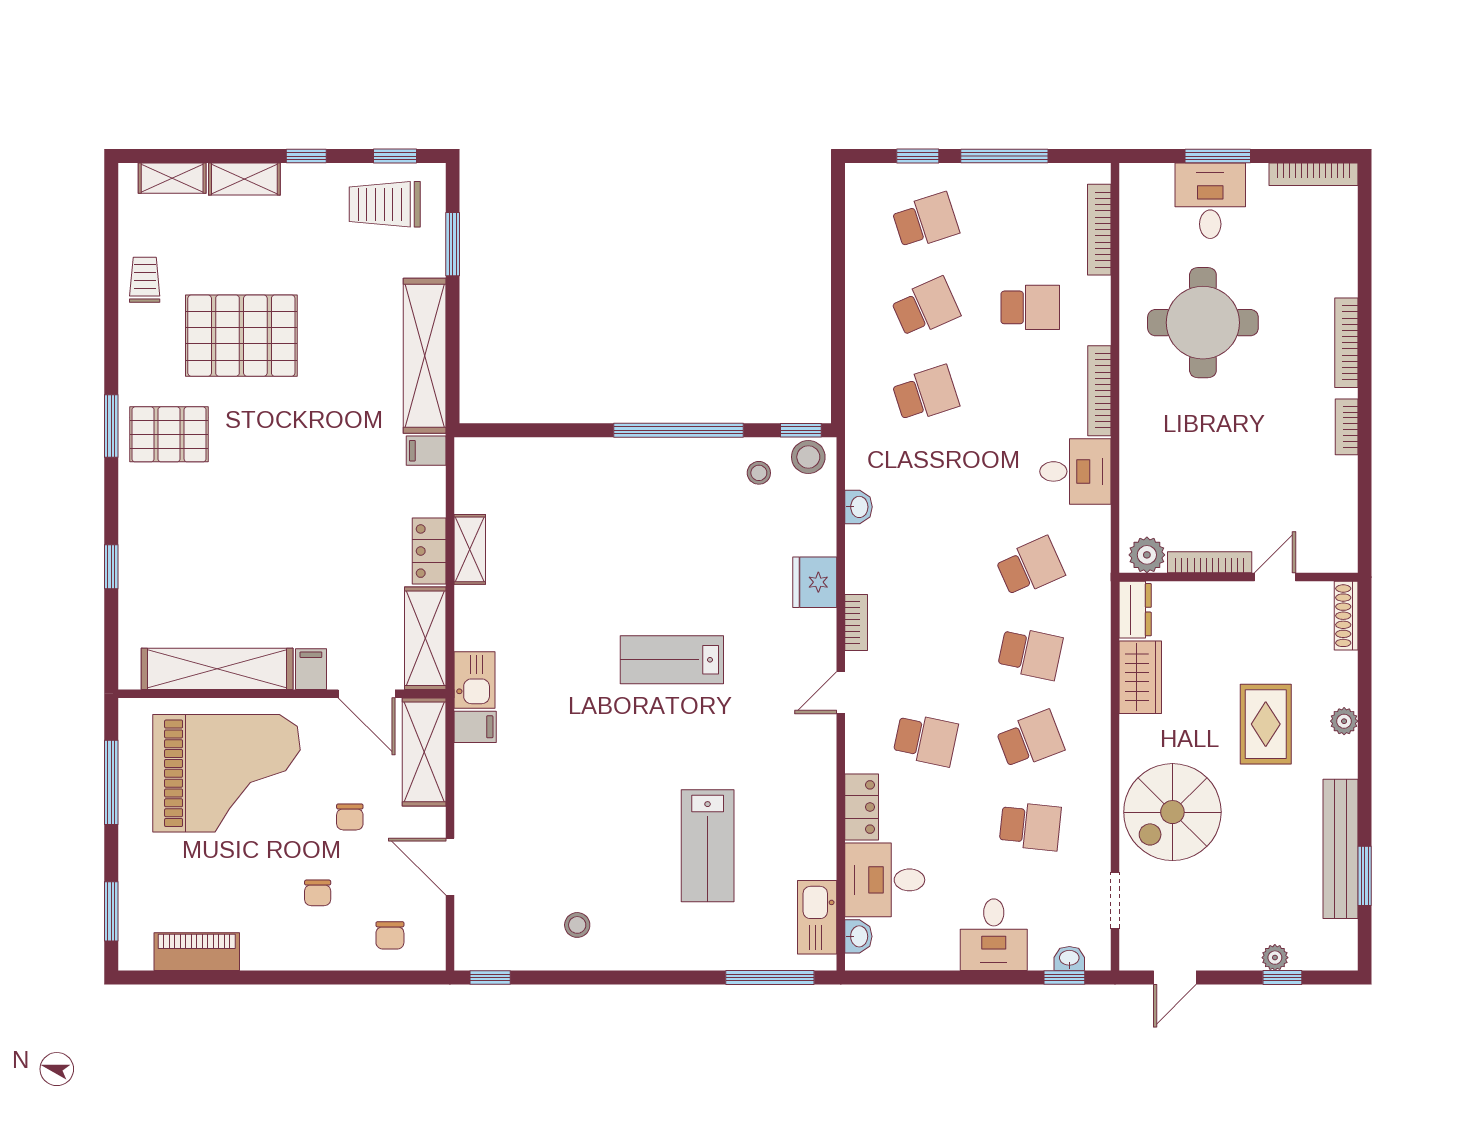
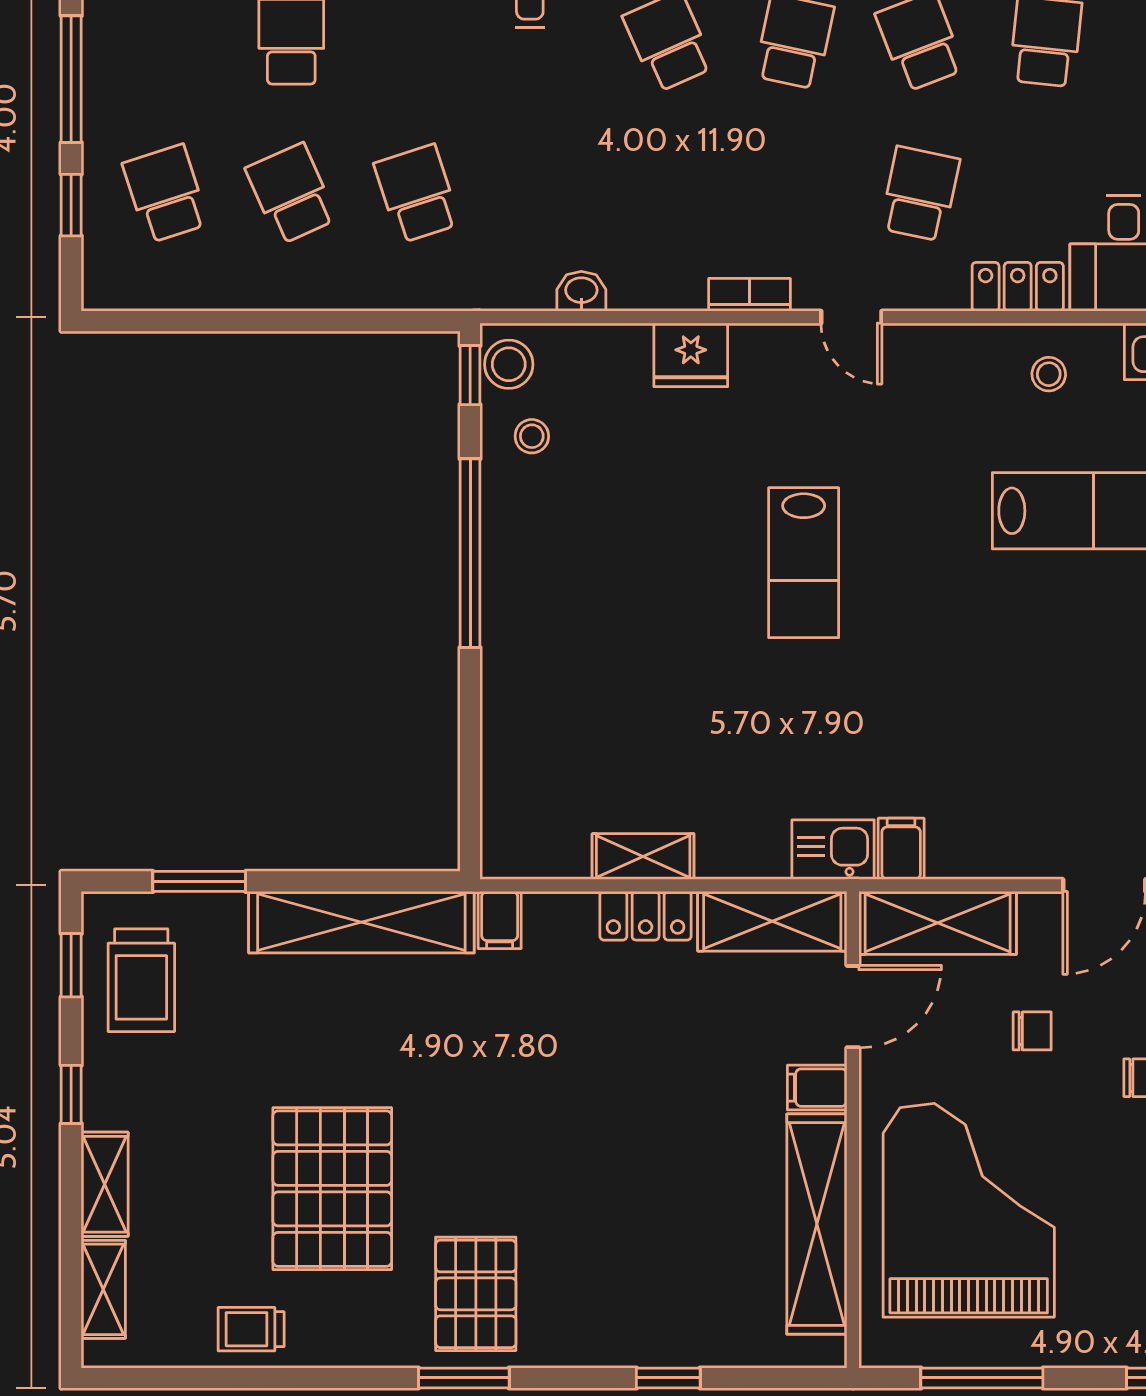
stool: (802, 828) -> (1049, 374), added

